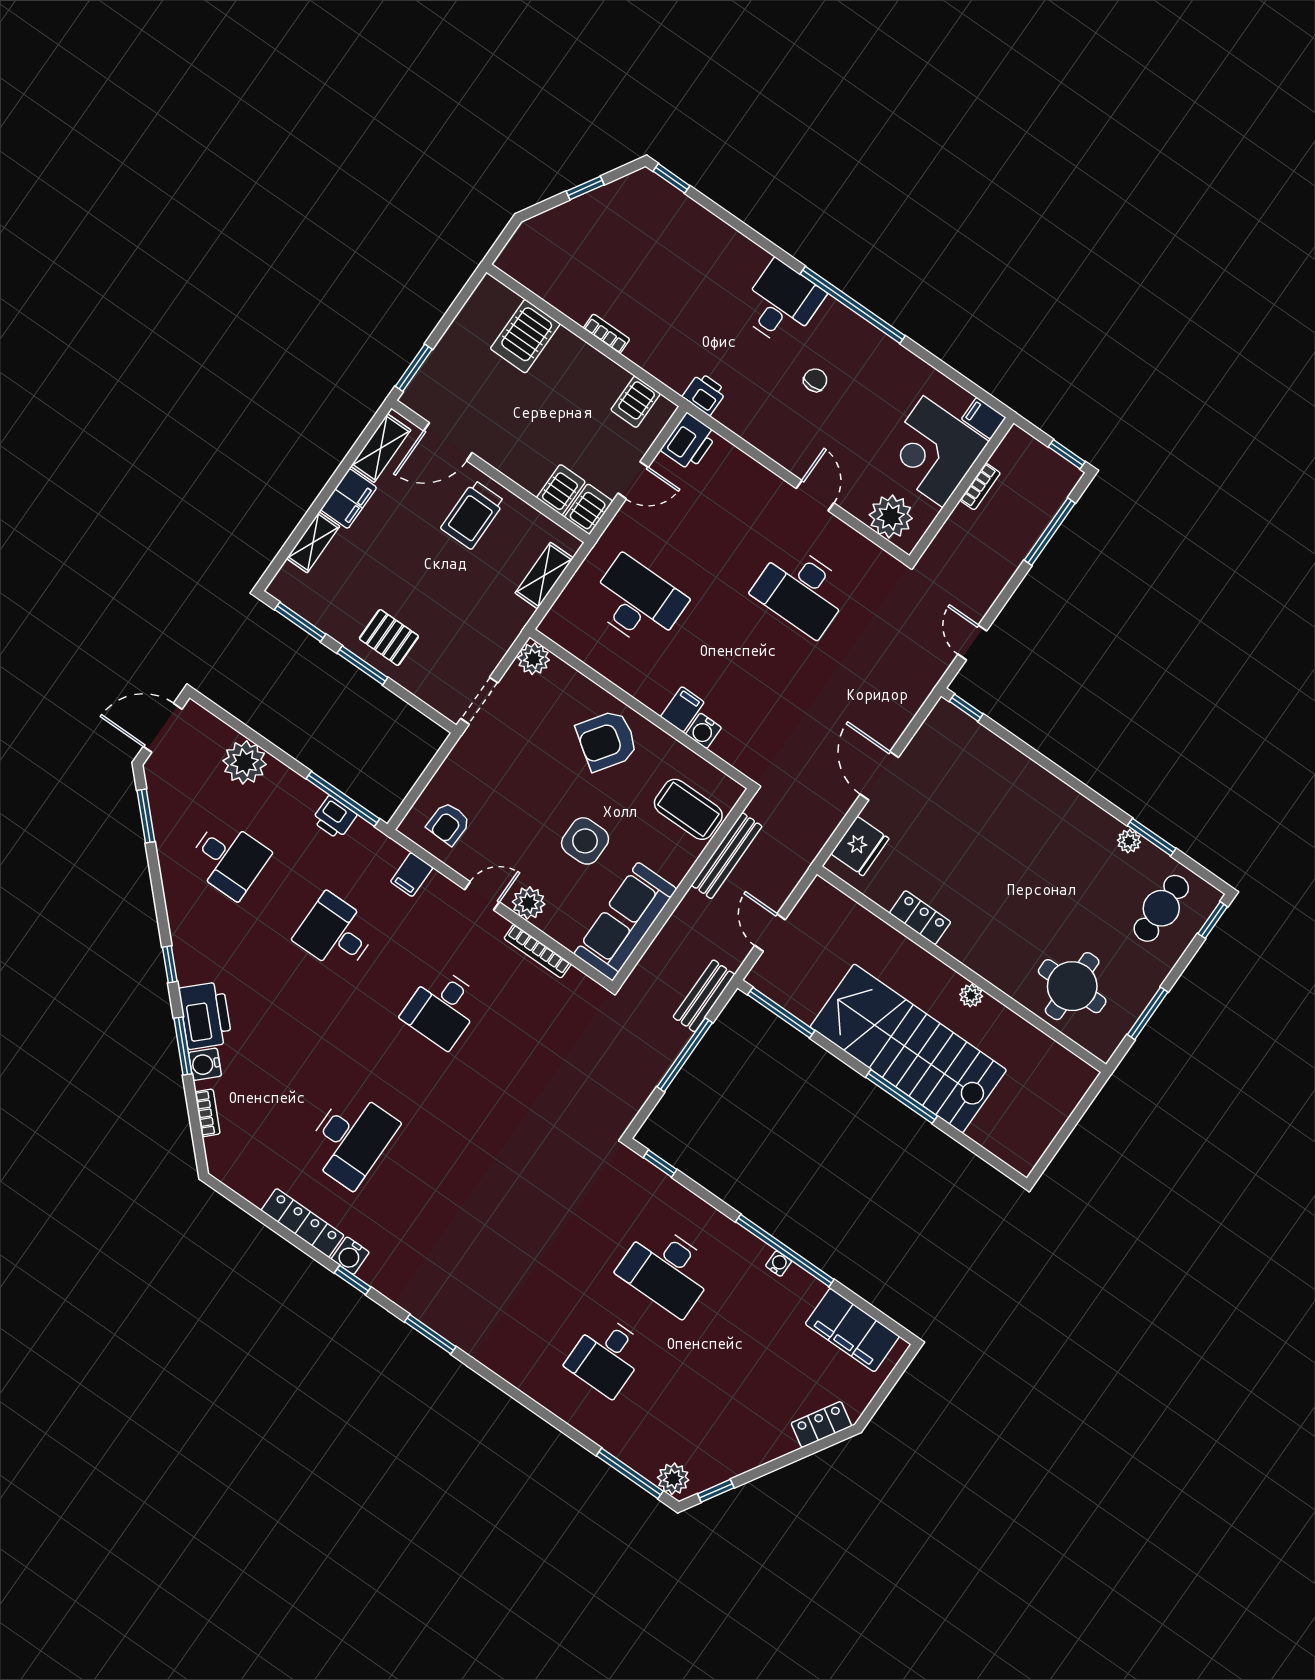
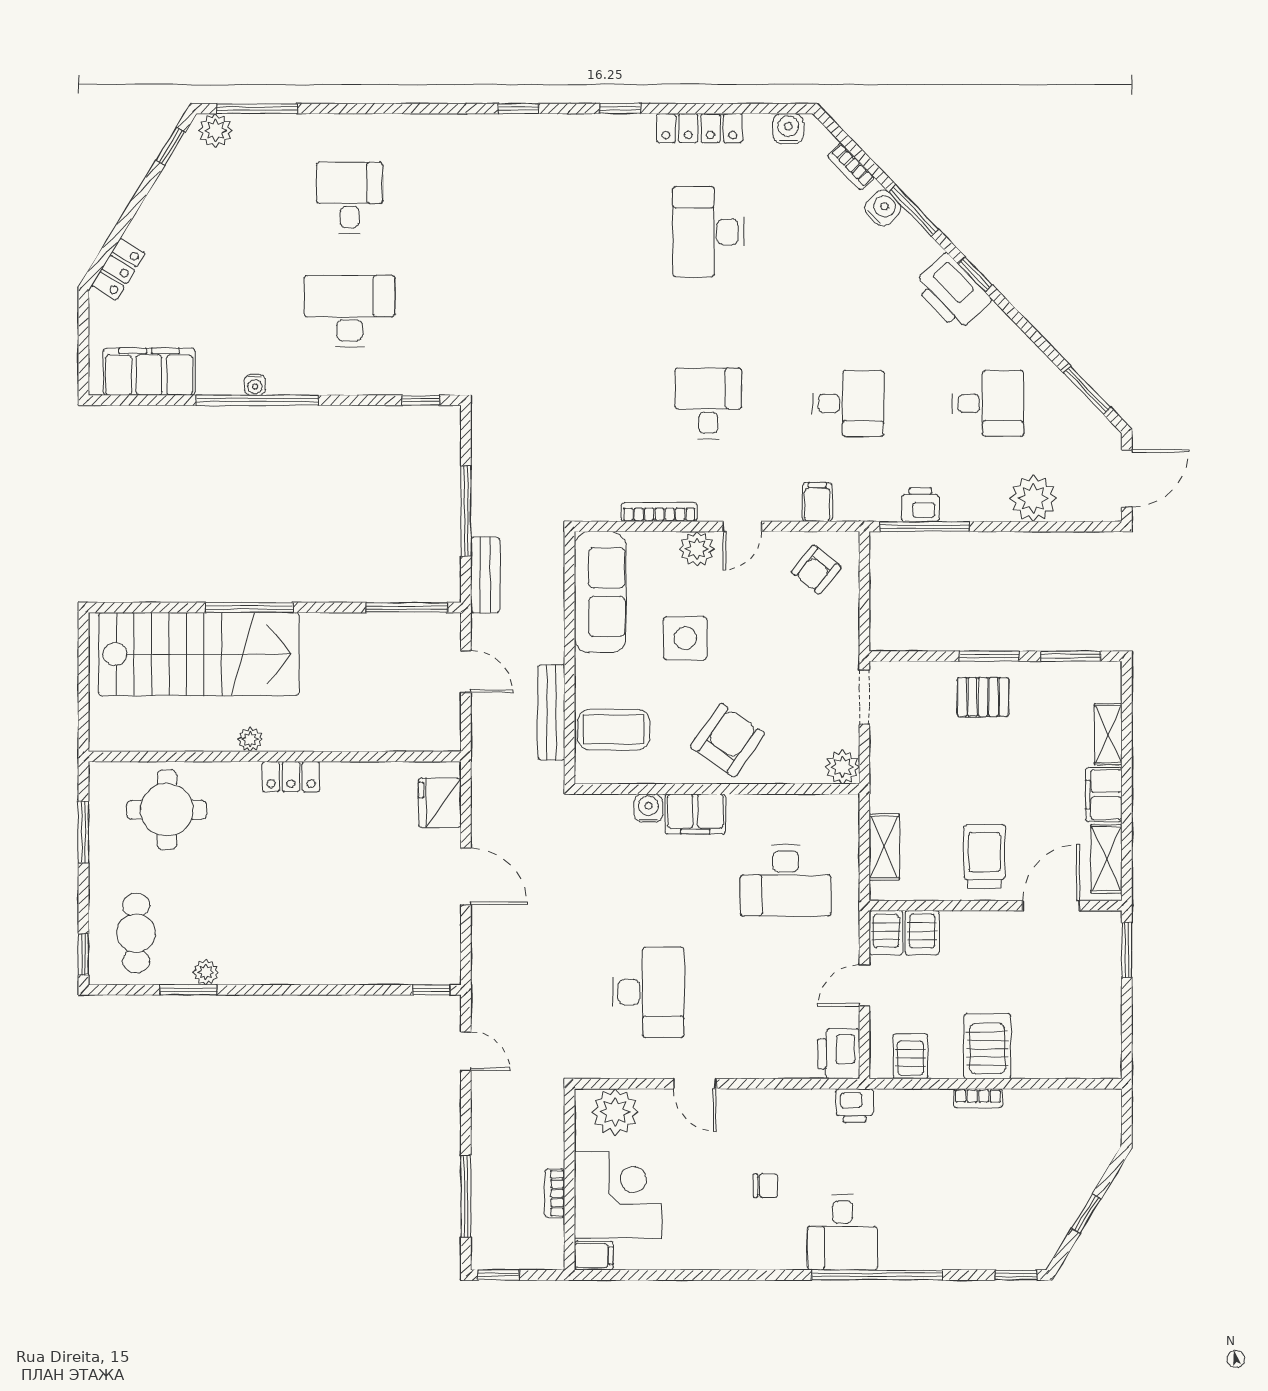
window: (853, 305) -> (877, 1275), moved
server rack: (525, 336) -> (987, 1046), moved
chair: (815, 380) -> (766, 1186), turned -90
desk: (802, 590) -> (648, 992), turned 90
filing cabinet: (682, 709) -> (695, 814), width x2.00
armchair: (448, 824) -> (816, 570), turned -143
desk: (229, 859) -> (988, 403), turned 180
locker: (920, 918) -> (291, 777), moved
printer: (205, 1015) -> (952, 292), moved
stairs: (908, 1048) -> (199, 654), moved
water cooler: (350, 1256) -> (788, 129), moved
window: (430, 1334) -> (518, 109), width x0.67

